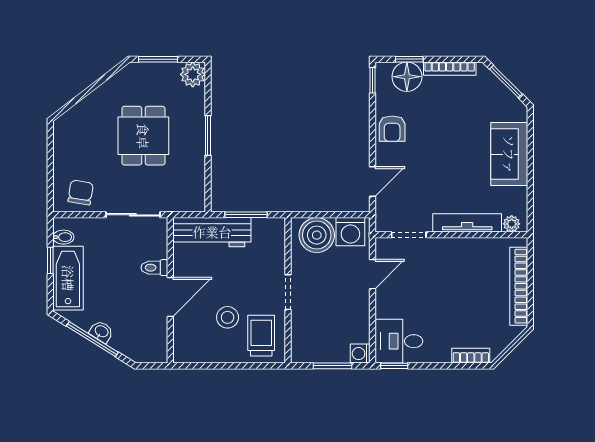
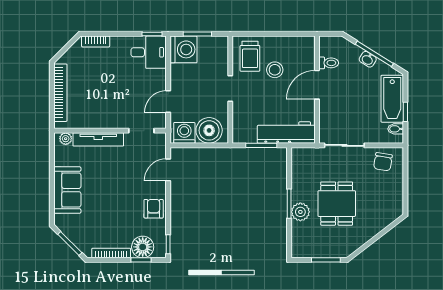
plant: (193, 74) -> (300, 212), moved
toilet: (154, 268) -> (329, 63), moved
washing machine: (360, 354) -> (183, 49), width x1.89, depth x1.89

